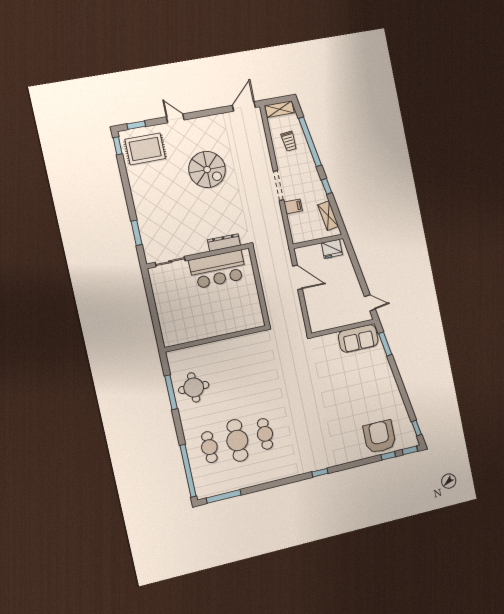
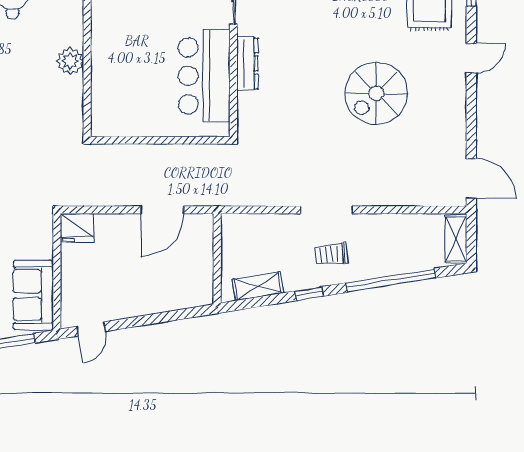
trolley: (289, 141) -> (331, 254), moved
filing cabinet: (293, 206) -> (286, 228), removed
dresser: (224, 243) -> (247, 64), moved
fridge: (332, 249) -> (77, 228), moved, turned -90
plant: (225, 347) -> (70, 61), added

